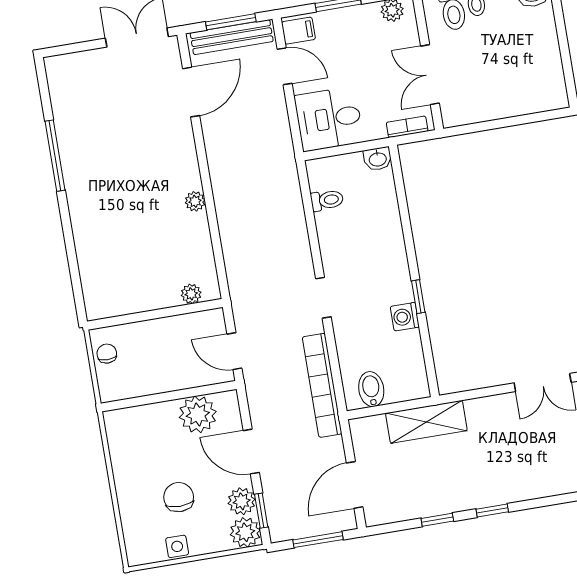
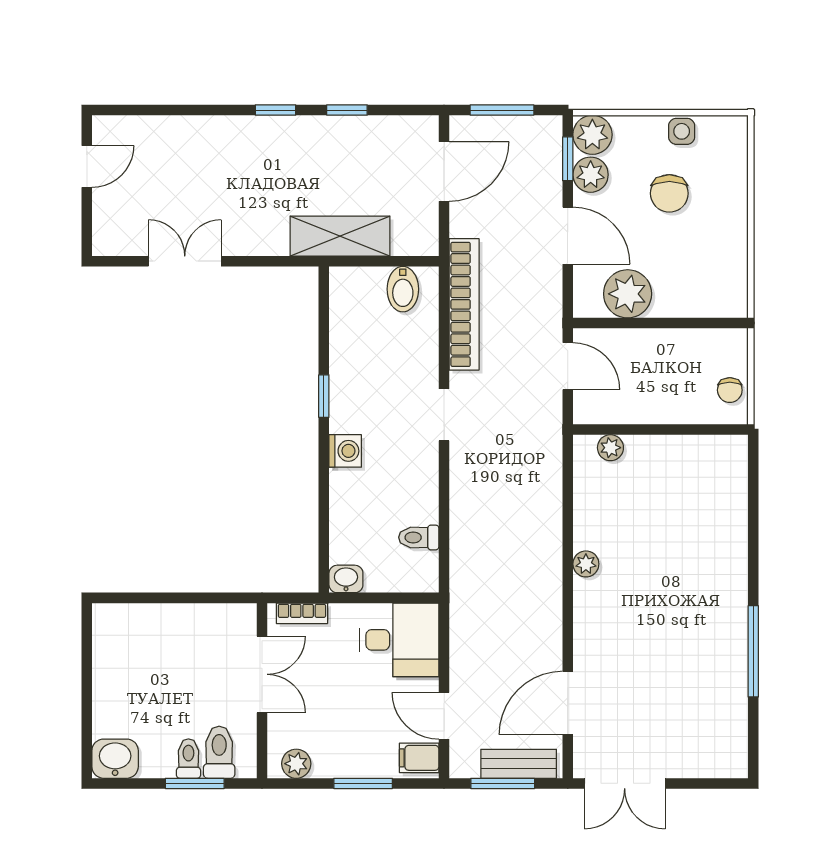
bench: (232, 37) -> (519, 764), width x0.73
washing machine: (405, 317) -> (345, 451), moved

